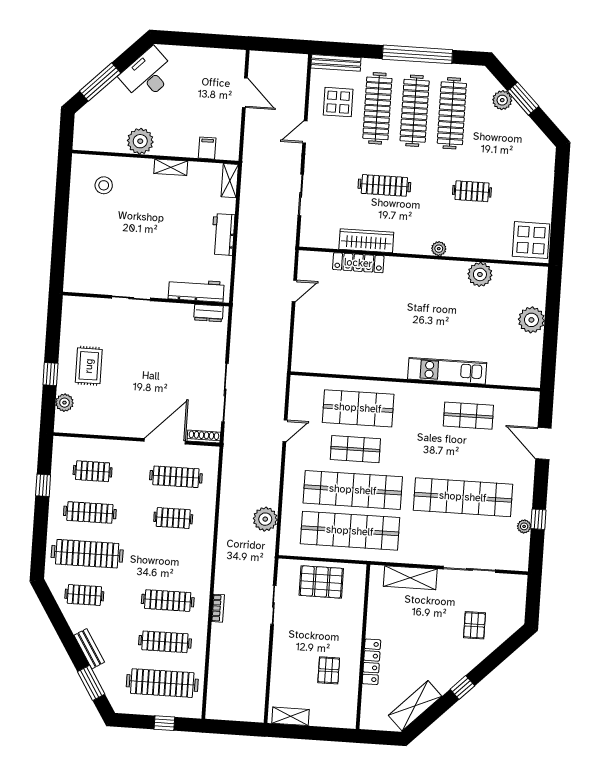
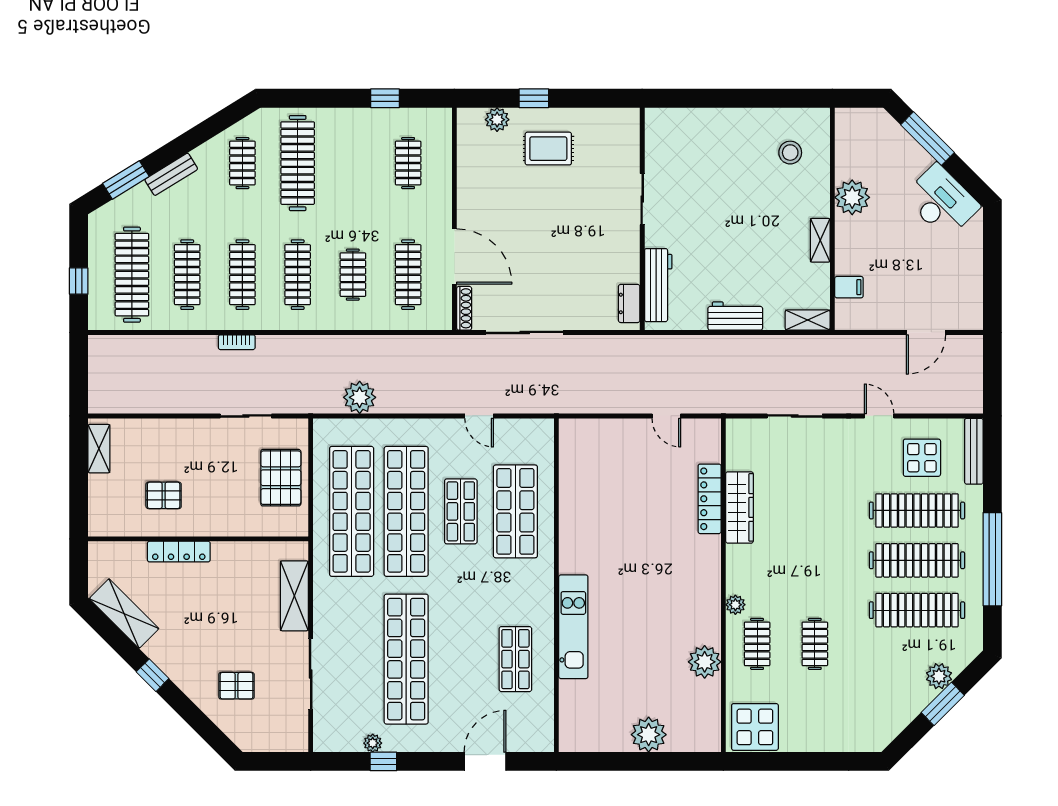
clothes rail: (384, 185) -> (757, 644), moved, width x0.73
clothes rail: (90, 512) -> (298, 275), moved

